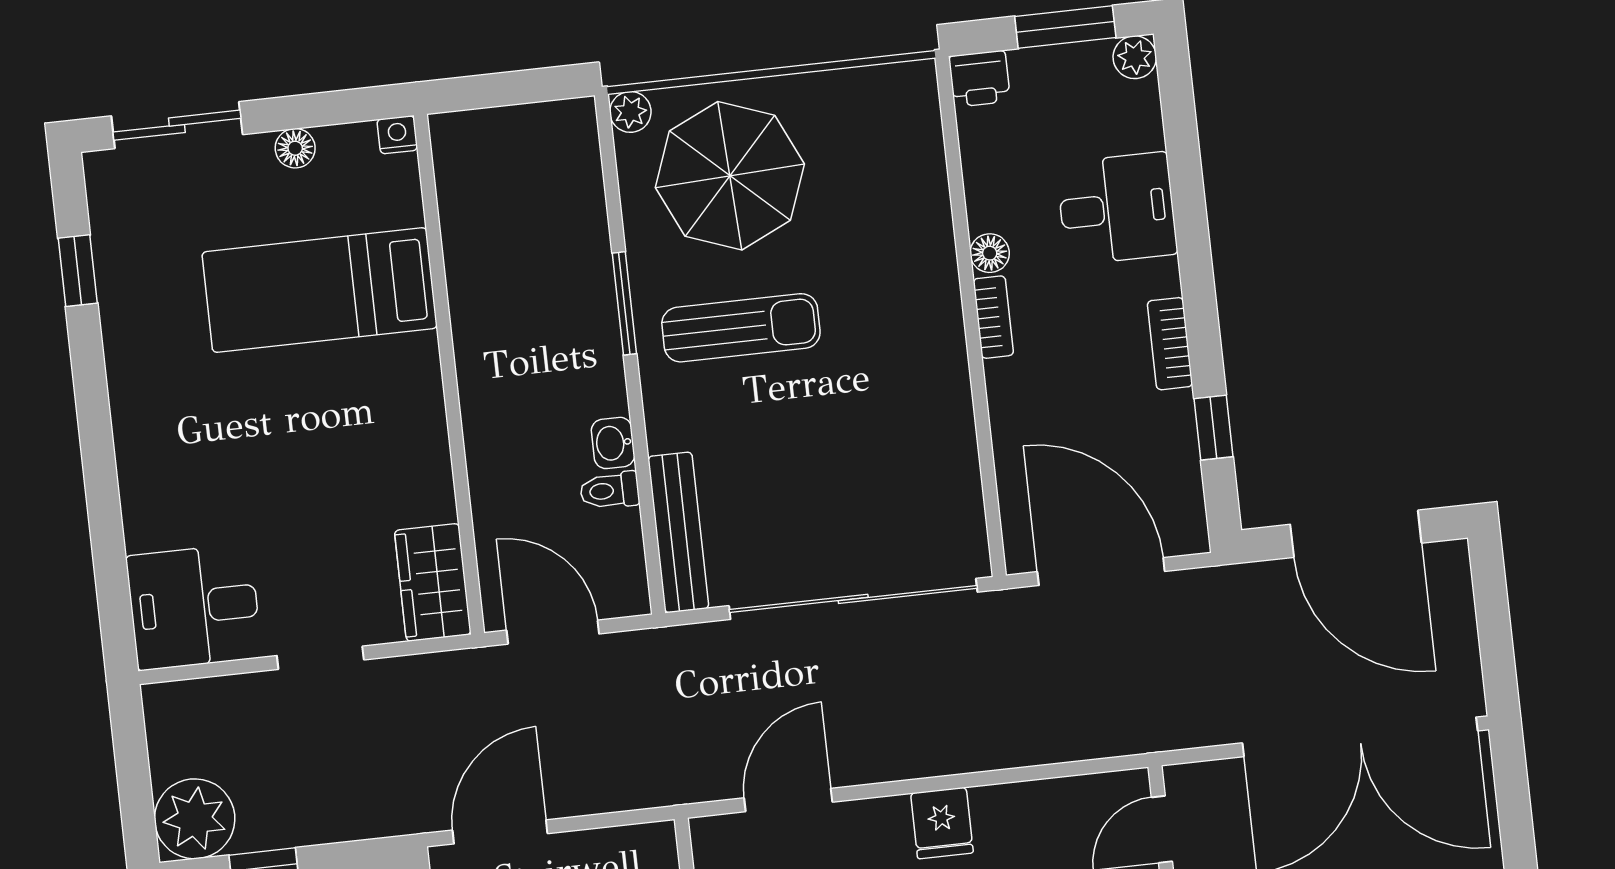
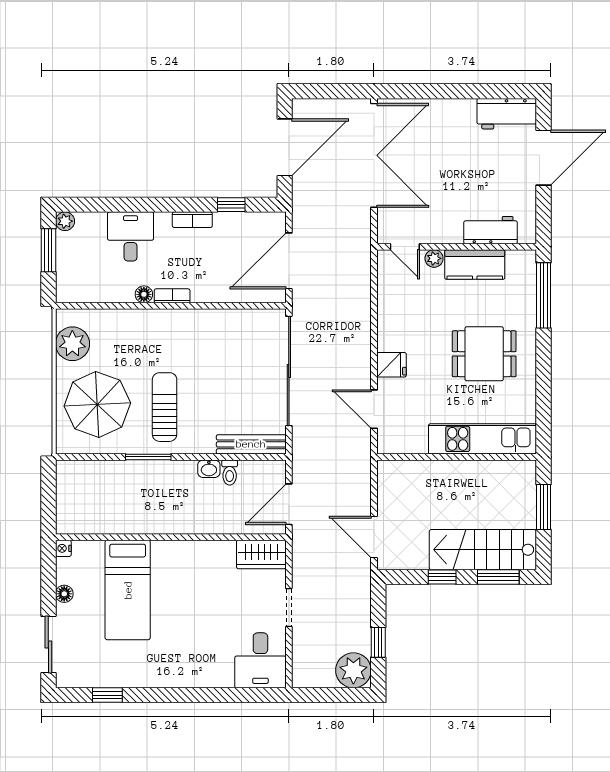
printer: (979, 79) -> (67, 290), removed
plant: (630, 112) -> (72, 344), moved, width x1.88, depth x1.88
fridge: (942, 823) -> (391, 365), moved

